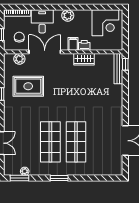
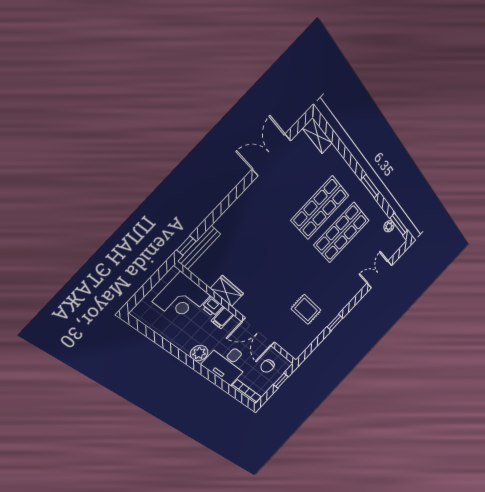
desk: (42, 21) -> (227, 363), width x1.37
corner desk: (105, 23) -> (182, 298), moved, turned 180
plant: (19, 59) -> (288, 344), removed
rug: (28, 86) -> (306, 309), width x0.73, depth x0.70
shelving: (112, 171) -> (318, 136), added

